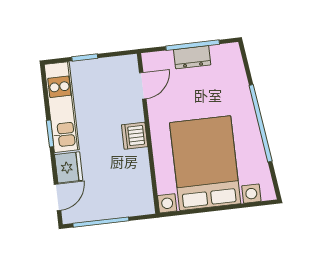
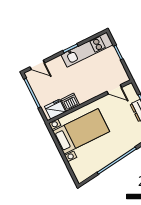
dishwasher: (135, 136) -> (70, 102), moved
bed with nightstands: (205, 163) -> (81, 131), width x0.73
fridge: (69, 167) -> (55, 109), moved, turned 180

